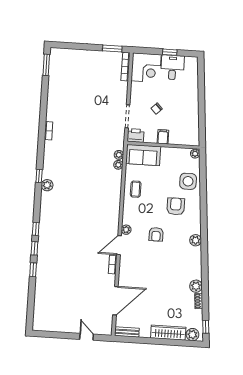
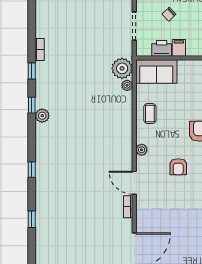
printer: (136, 135) -> (162, 48), moved
plant: (119, 155) -> (122, 68), width x1.88, depth x1.88
plant: (126, 230) -> (142, 150), moved
door: (119, 245) -> (134, 183), hinge flipped
window: (34, 248) -> (32, 71), moved

